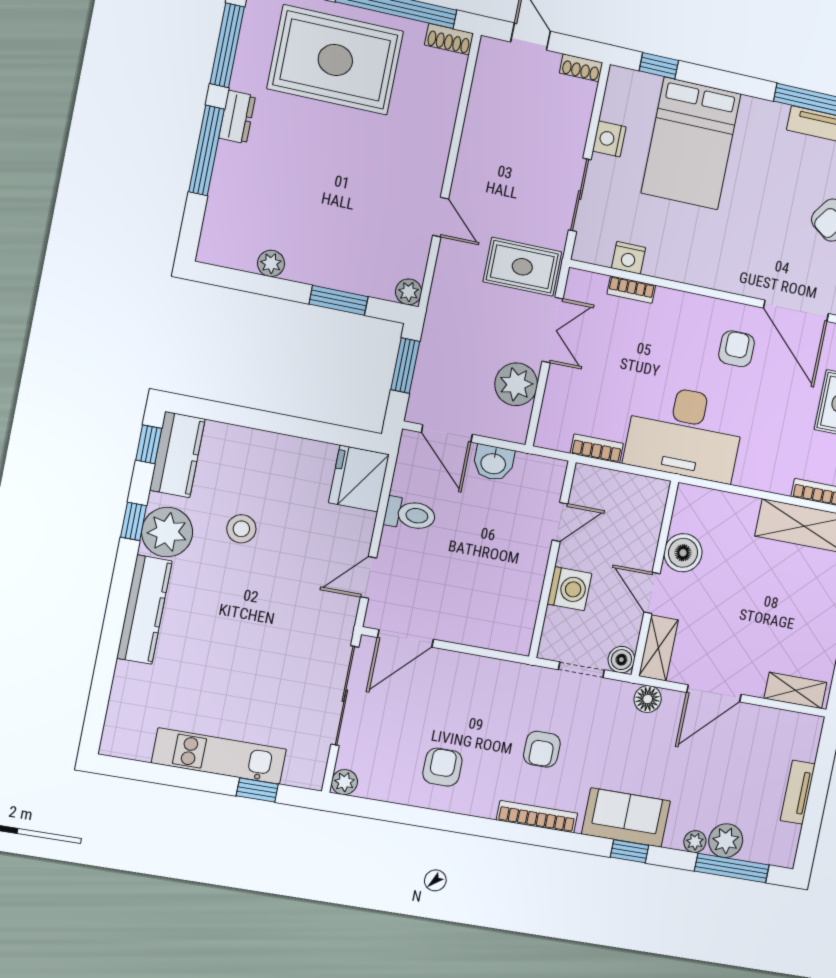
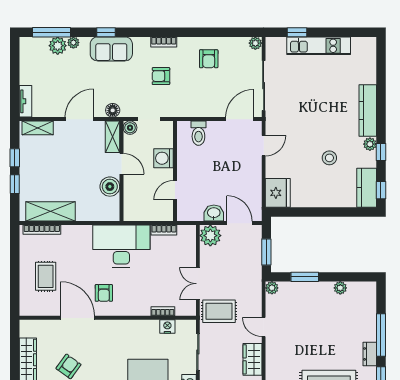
wardrobe: (476, 157) -> (252, 359), added
plant: (516, 384) -> (210, 236), moved
toilet: (410, 514) -> (198, 133), moved, turned -90
plant: (167, 532) -> (370, 144), width x0.53, depth x0.53
armchair: (542, 749) -> (161, 76), turned -90
tv unit: (798, 792) -> (25, 101), moved
bookcase: (537, 817) -> (164, 42), width x0.64

